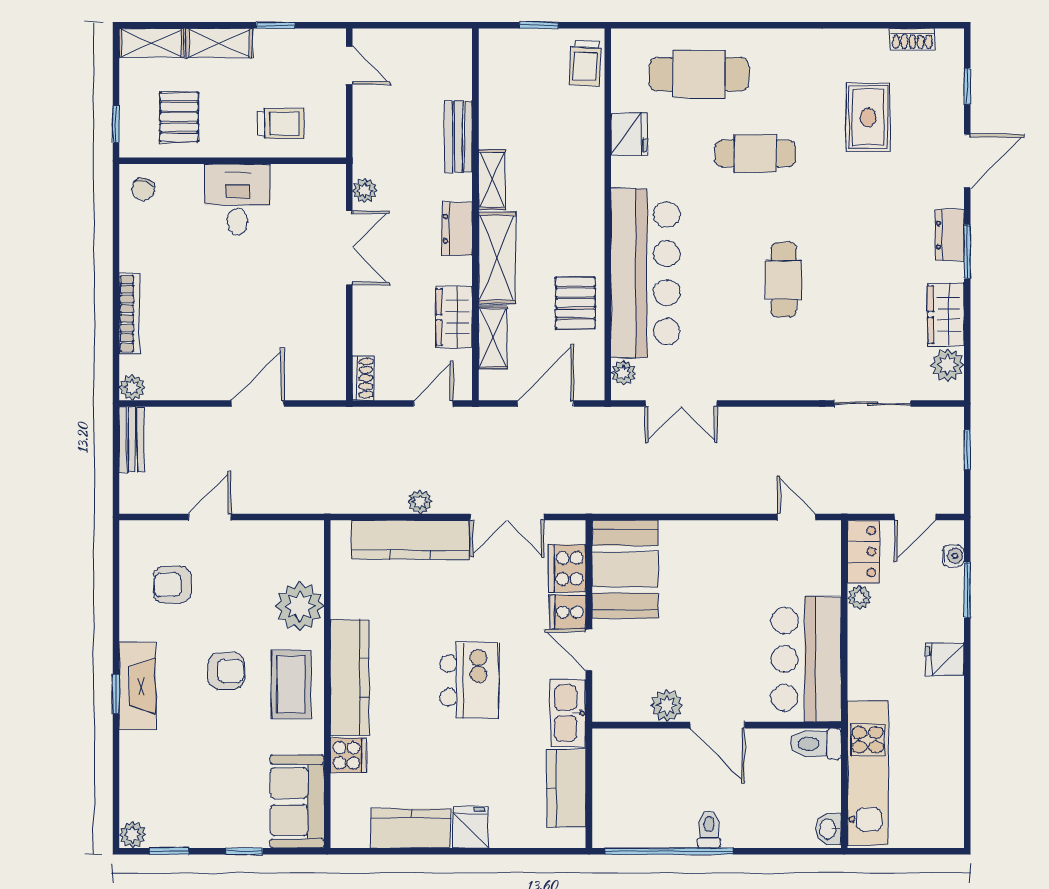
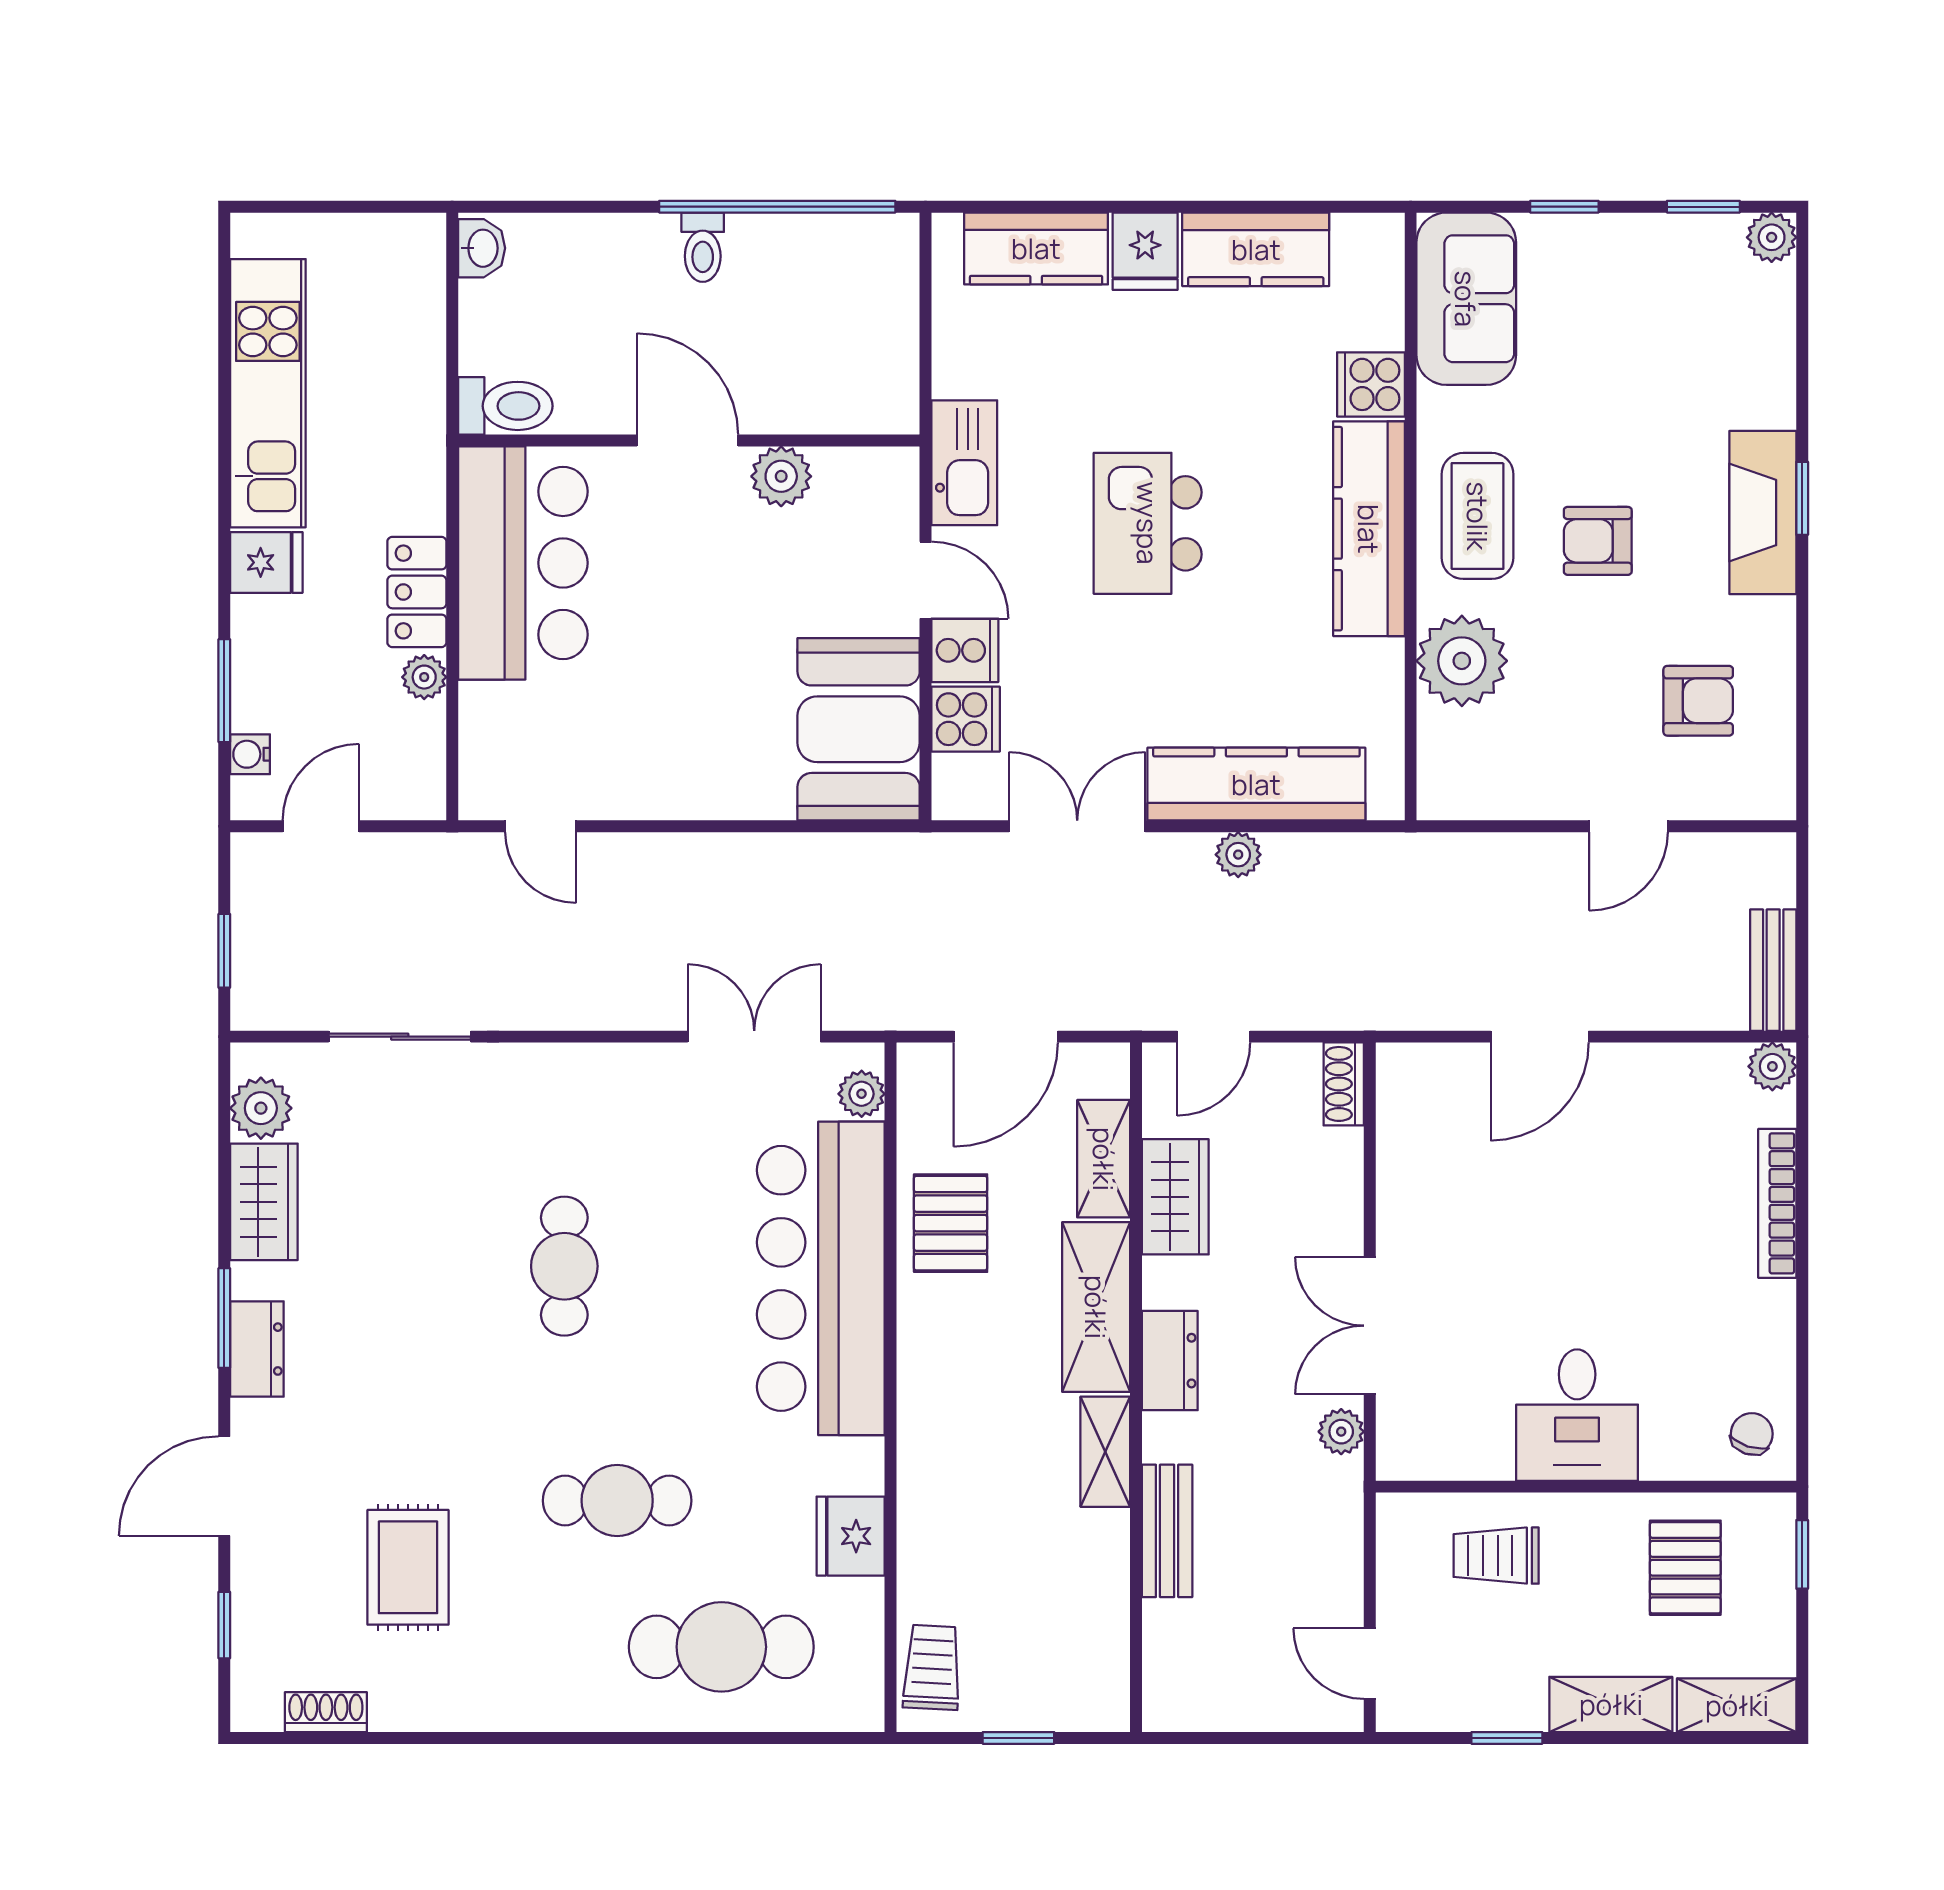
locker: (863, 552) -> (417, 592), moved
cooker: (567, 568) -> (966, 719), width x0.73
kitchen unit: (868, 773) -> (268, 393), moved, turned 180
kitchen counter: (566, 788) -> (1036, 248), moved, turned 90

